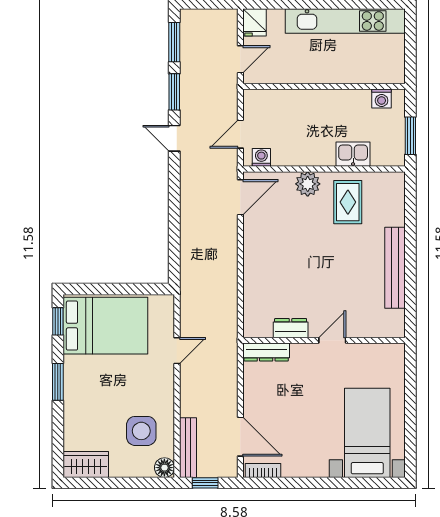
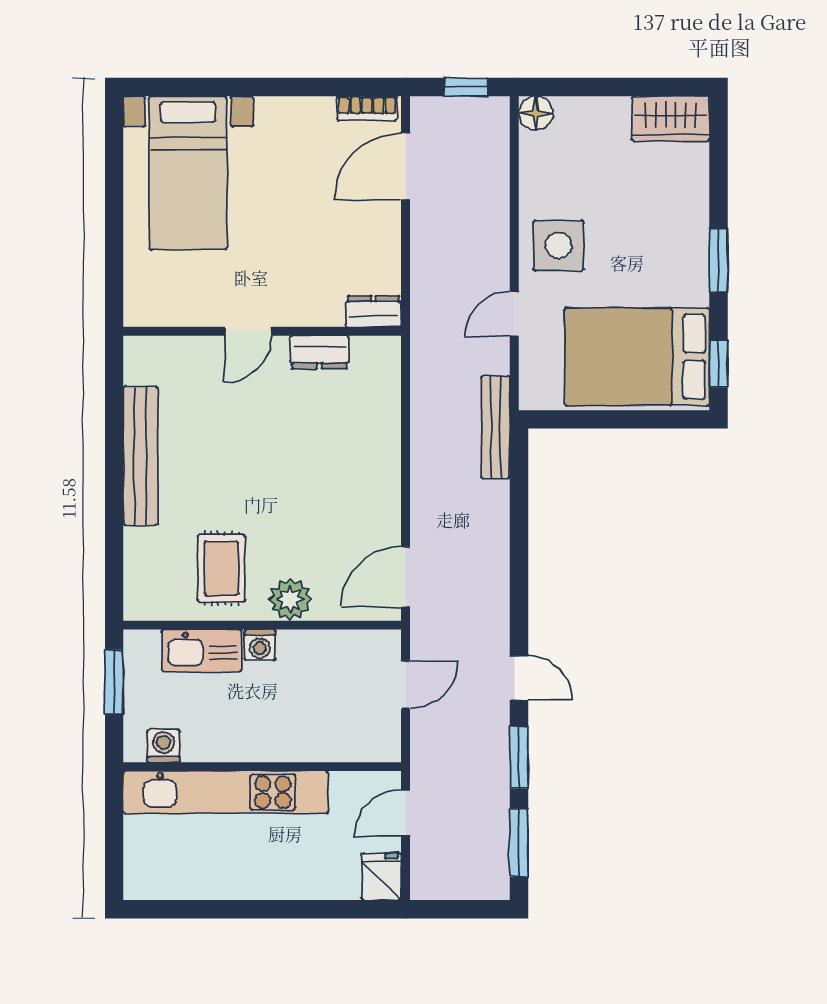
kitchen unit: (345, 21) -> (226, 792), moved, turned 180
kitchen sink: (353, 154) -> (202, 651), width x1.38
washing machine: (261, 157) -> (260, 645), moved
dresser: (266, 352) -> (373, 311), width x0.70
side table: (141, 431) -> (558, 245), moved
door: (240, 437) -> (405, 166), hinge flipped
bench: (188, 448) -> (496, 427), moved

